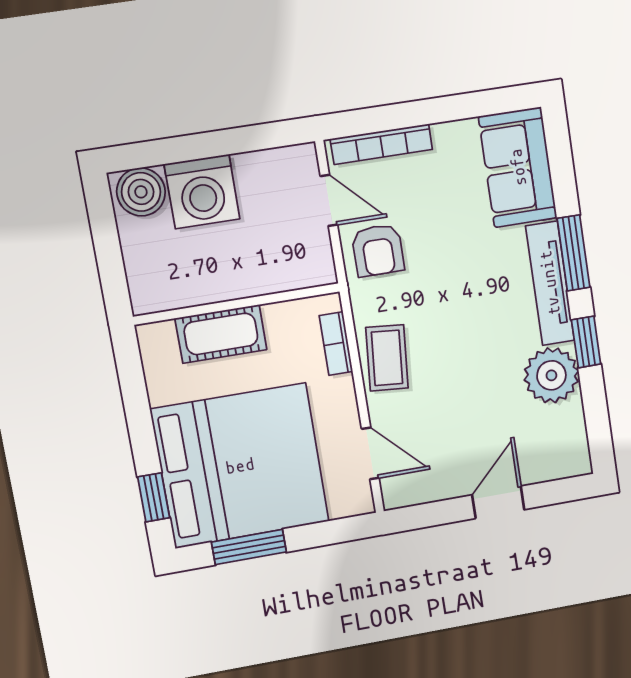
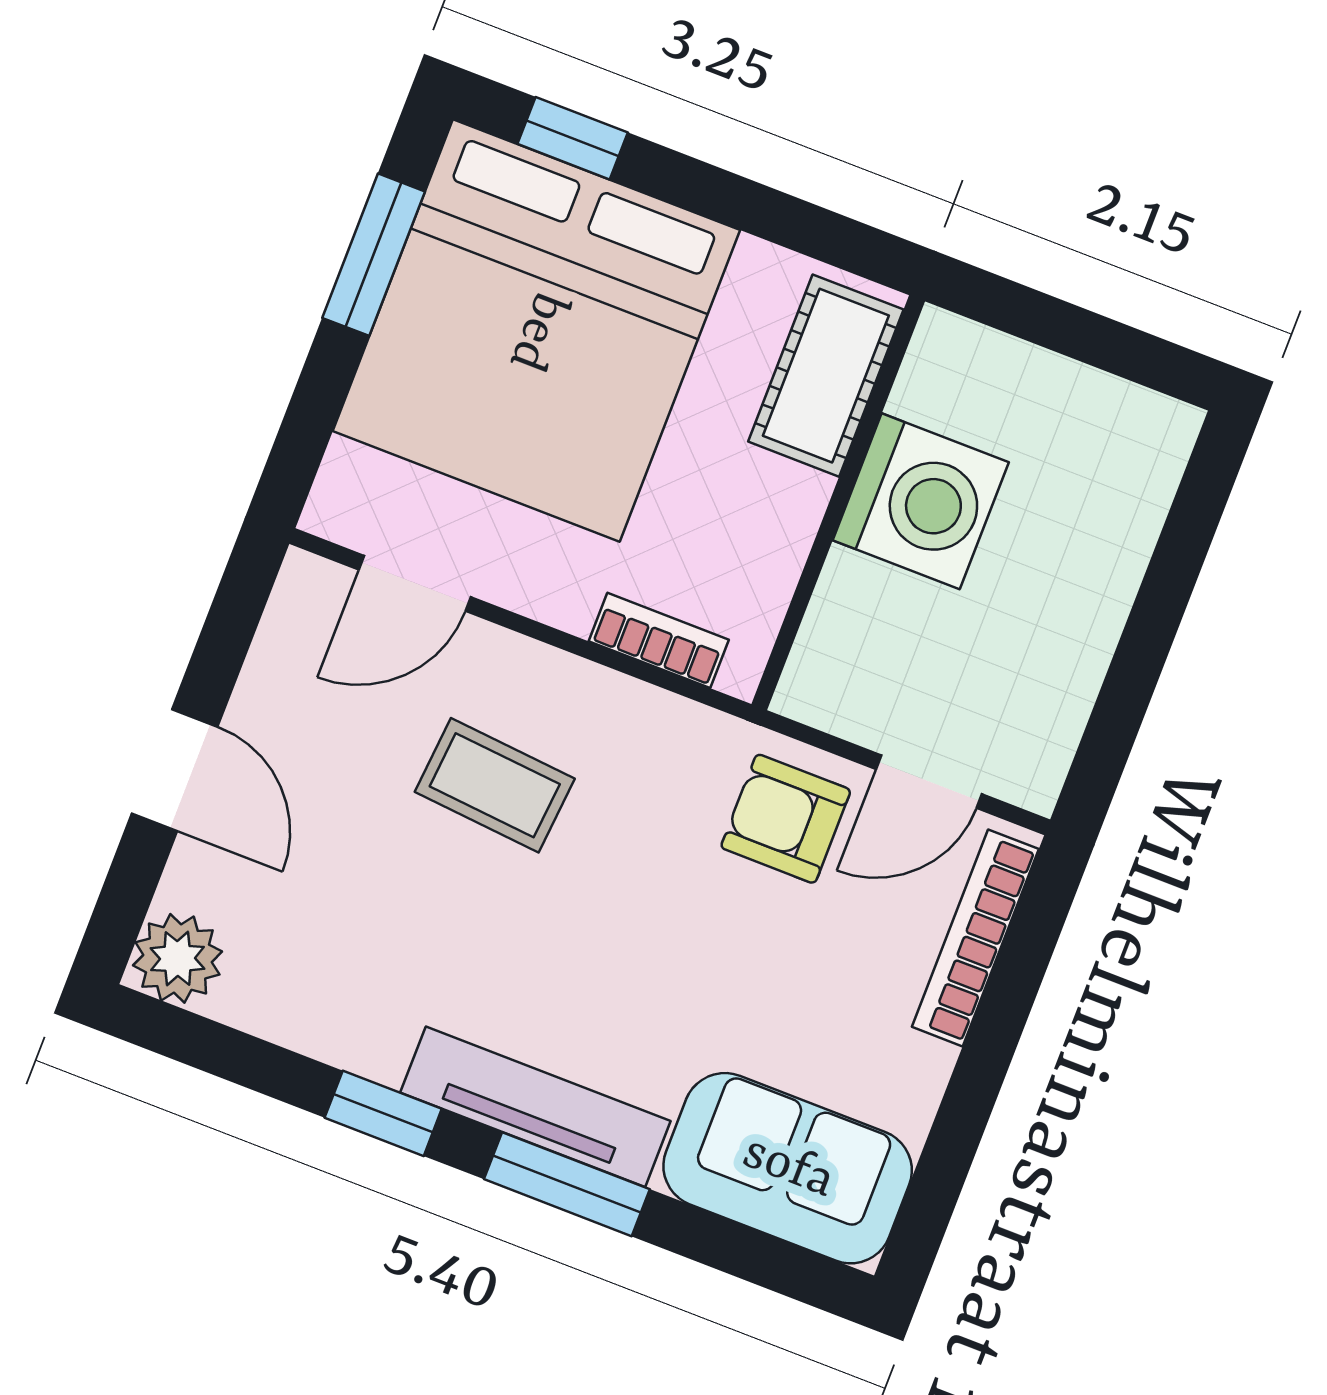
boiler: (141, 192) -> (1139, 452), removed
washing machine: (202, 192) -> (921, 501), moved, turned 180
cot: (221, 334) -> (826, 376), moved
coffee table: (387, 358) -> (495, 785), moved
plant: (551, 375) -> (177, 958), moved, width x0.73, depth x0.73

